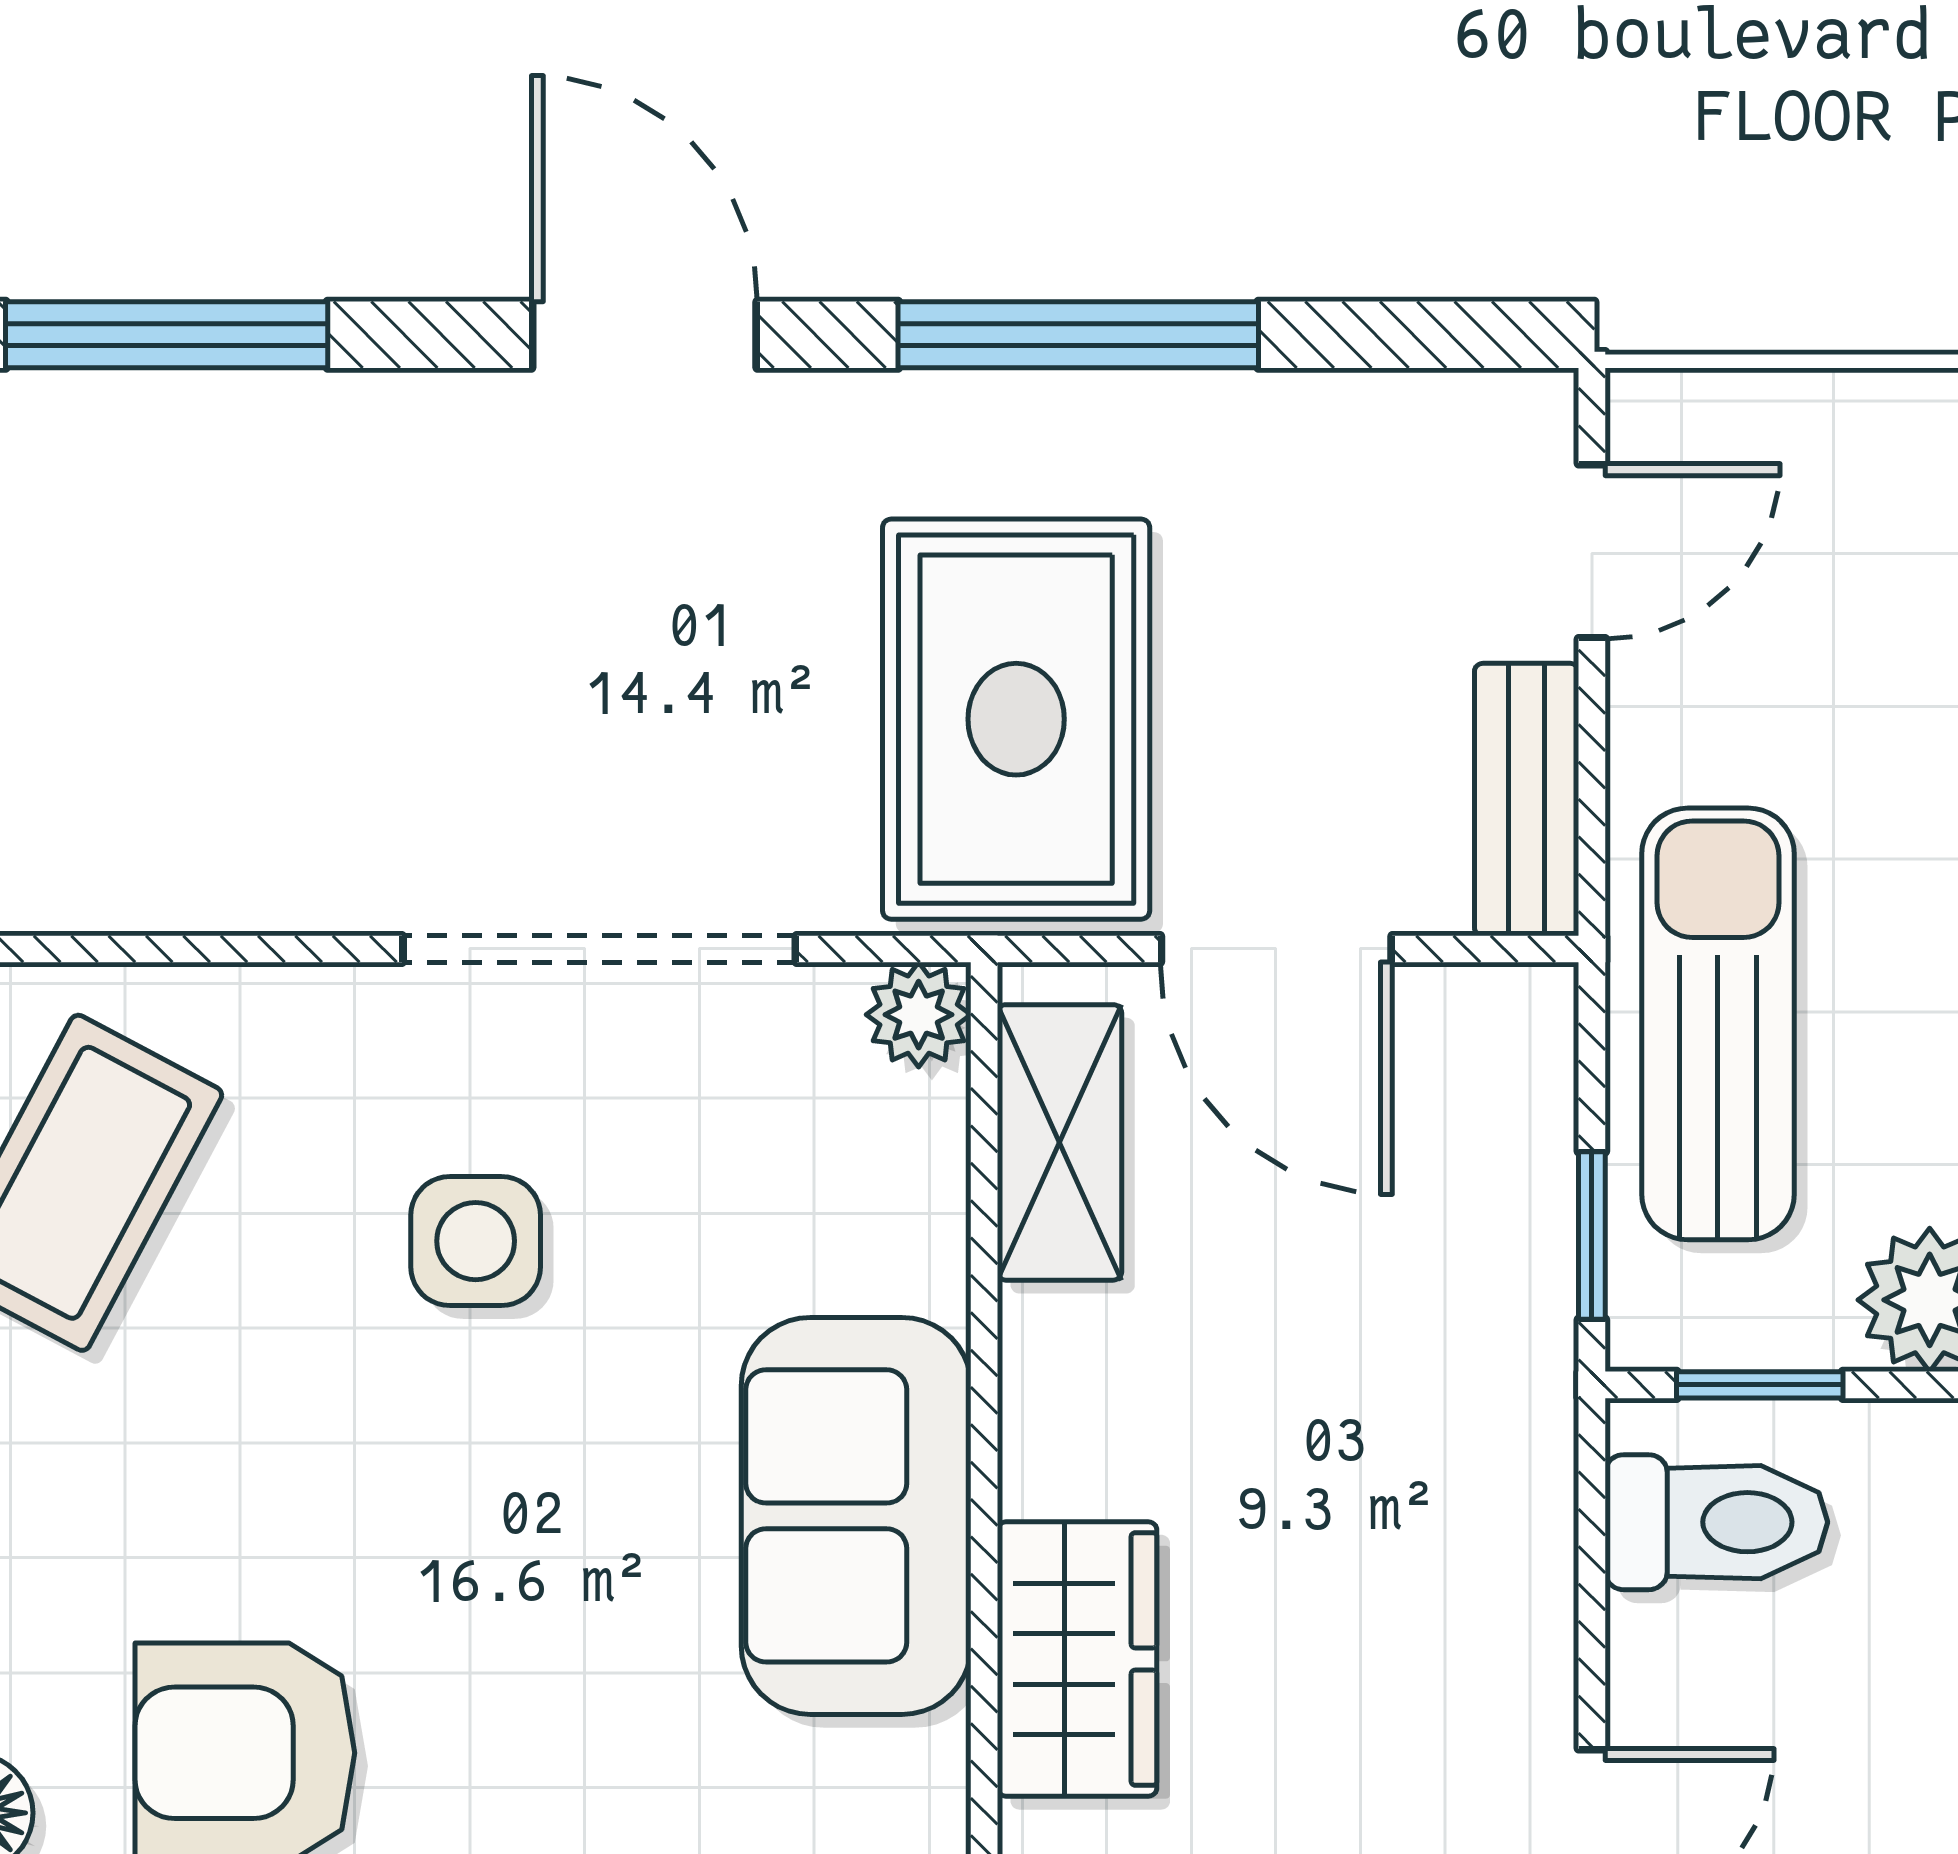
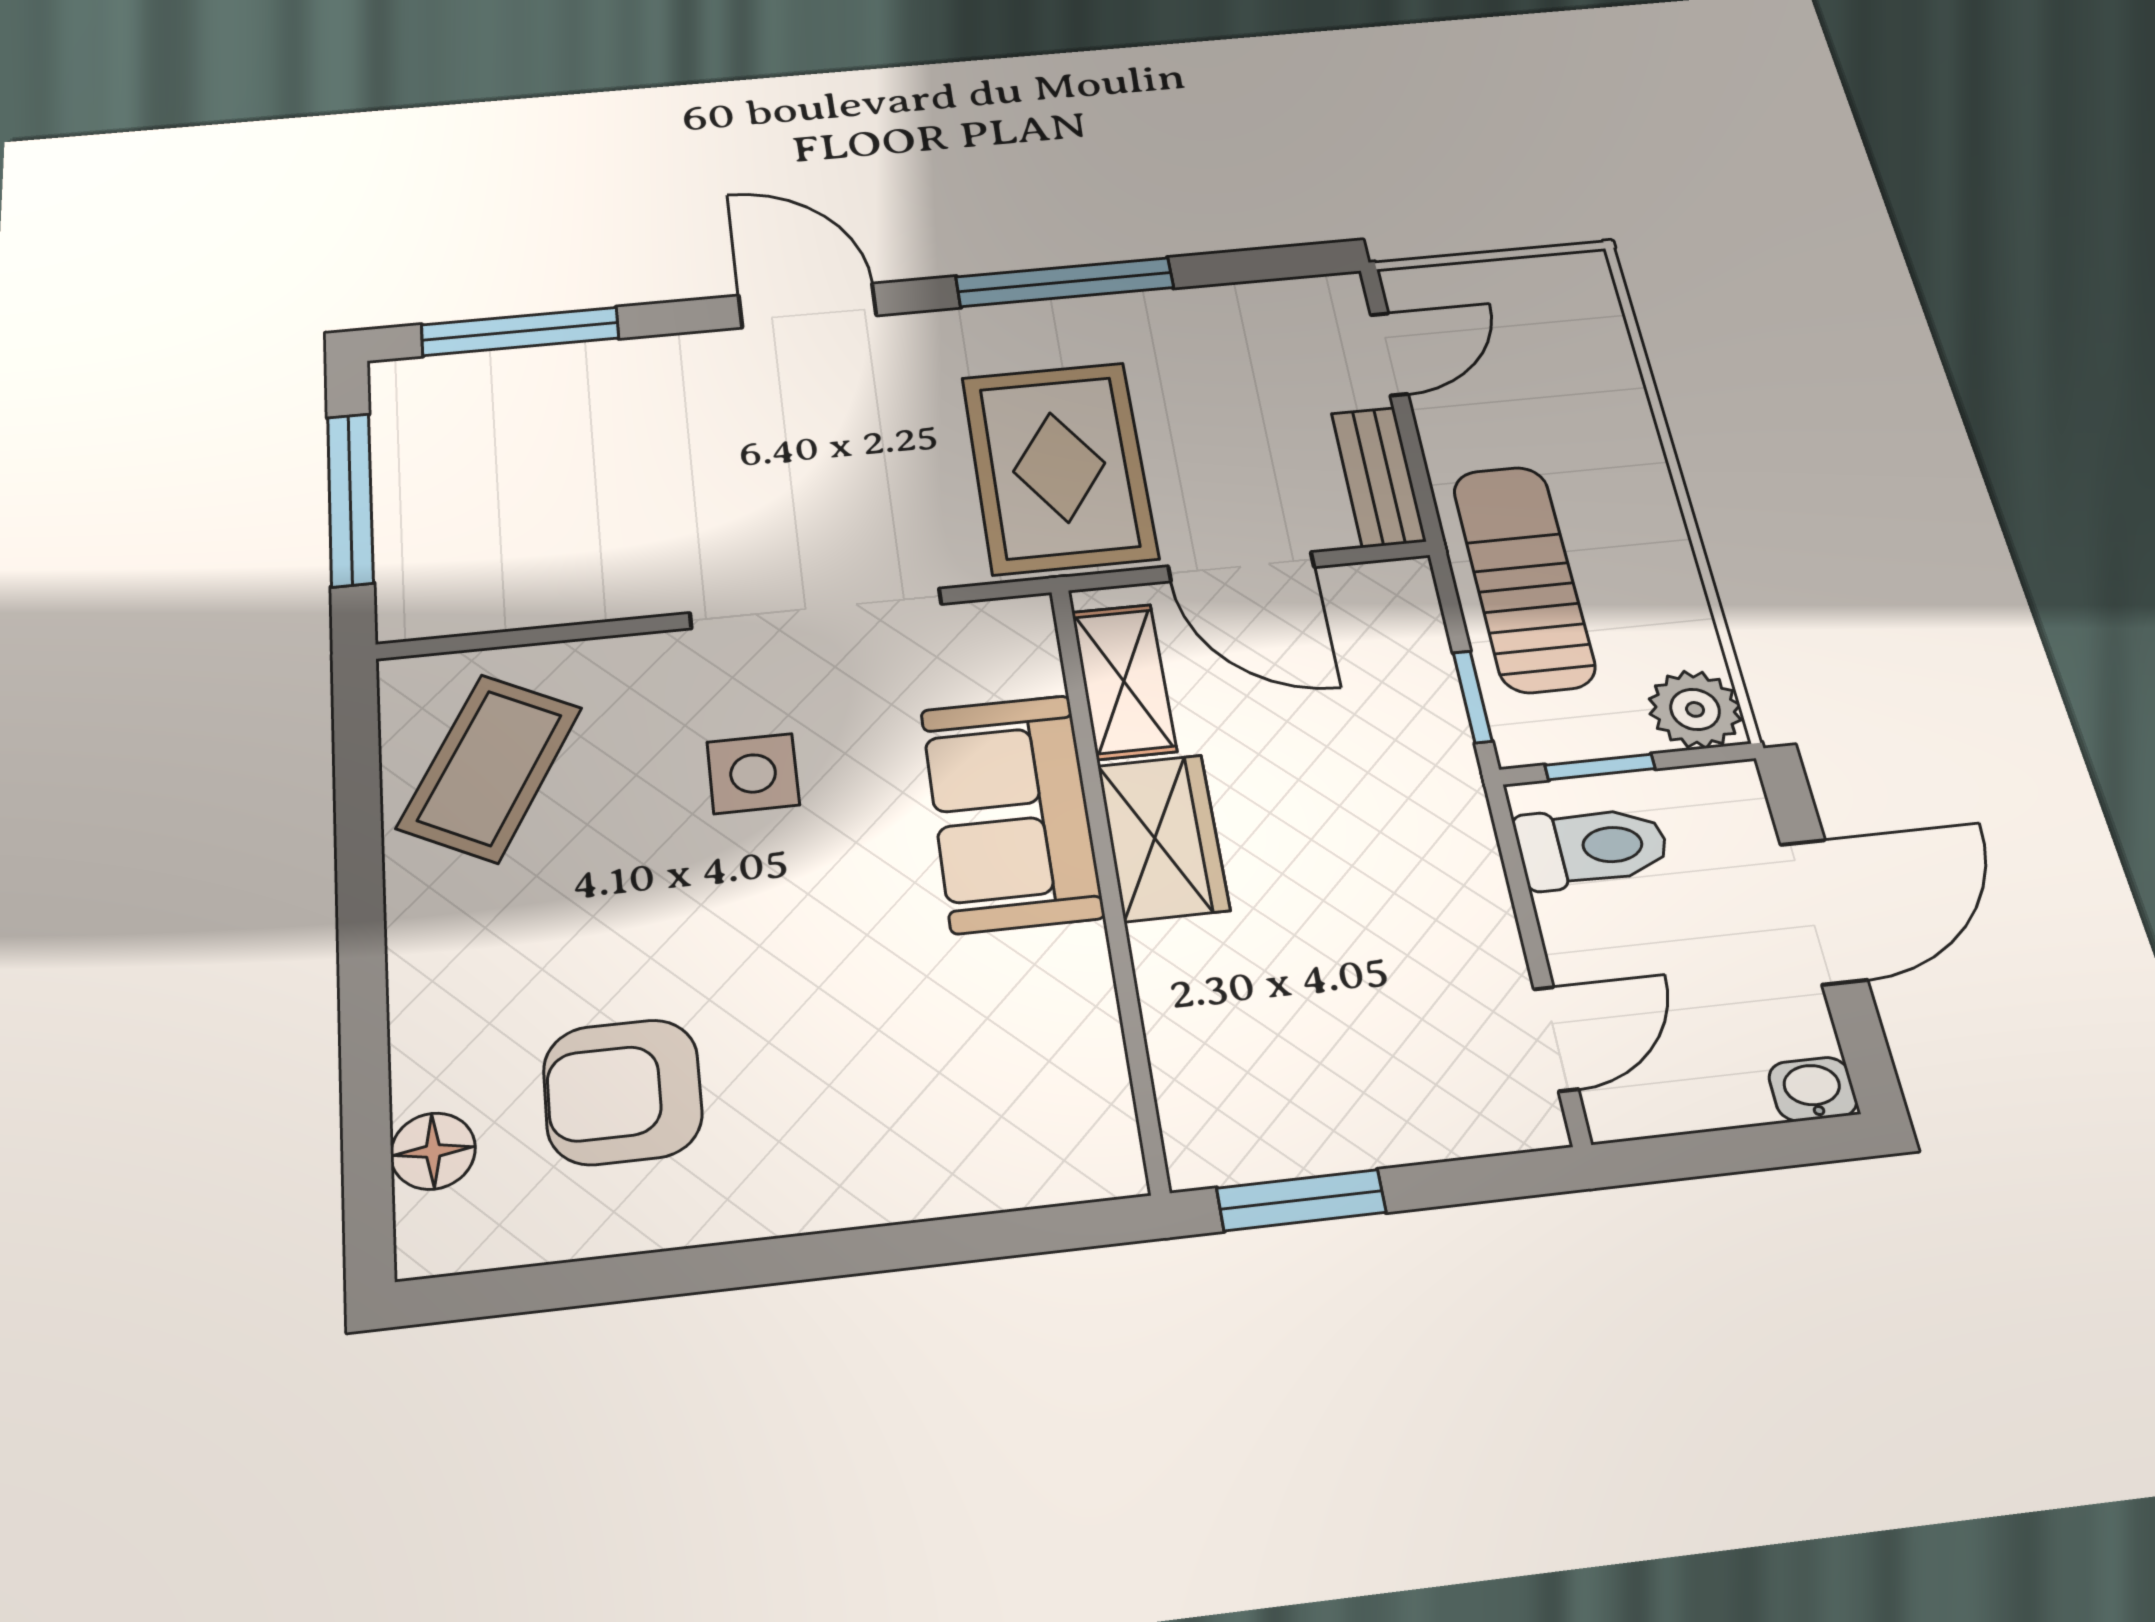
plant: (919, 1015) -> (1023, 623), removed
sofa: (856, 1516) -> (1011, 813), moved
wardrobe: (1077, 1659) -> (1163, 837), moved

